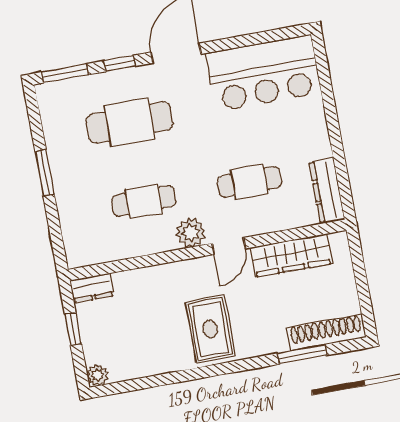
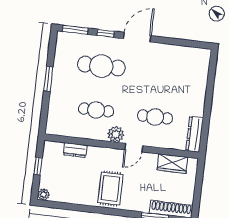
bar counter: (264, 73) -> (180, 62), removed
wardrobe: (291, 255) -> (172, 164), width x0.67
dresser: (92, 288) -> (75, 150), moved

